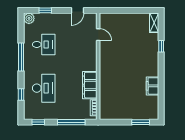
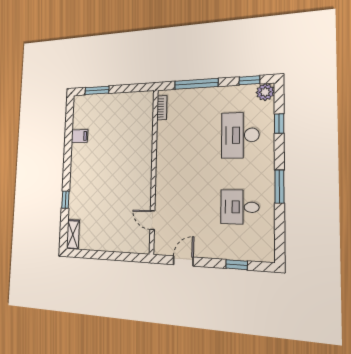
plant: (29, 18) -> (265, 92), moved
window: (21, 57) -> (279, 187), width x0.69
filing cabinet: (90, 85) -> (167, 142), removed
filing cabinet: (152, 86) -> (80, 136), width x0.50

